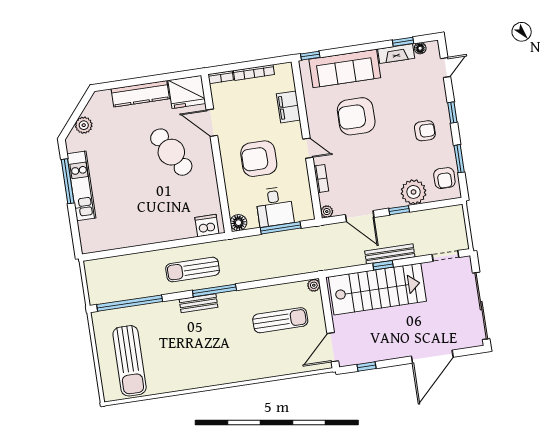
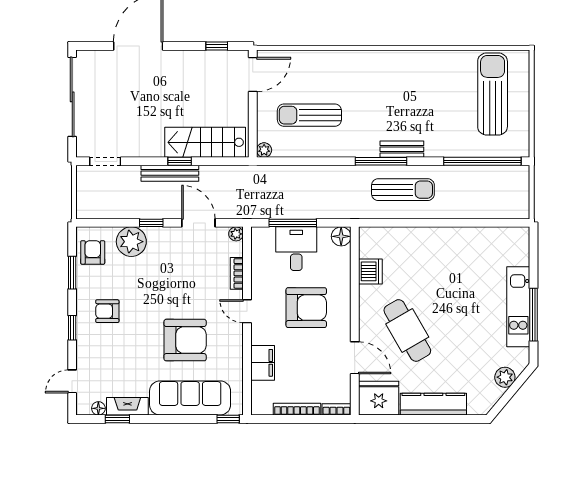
dishwasher: (207, 226) -> (370, 271), moved, turned -90
stairs: (377, 289) -> (205, 142), width x0.73, depth x0.66

